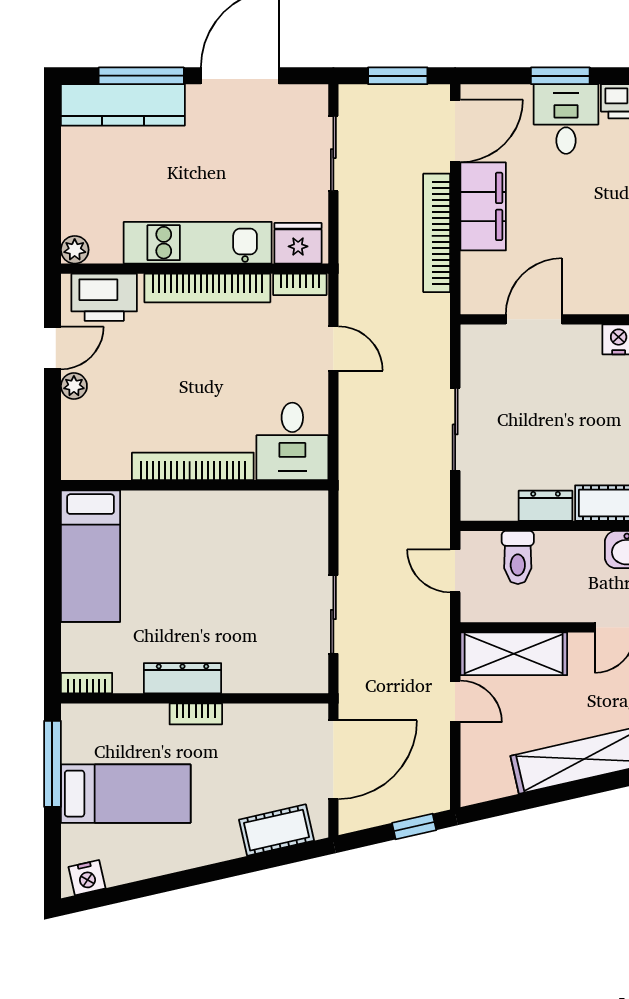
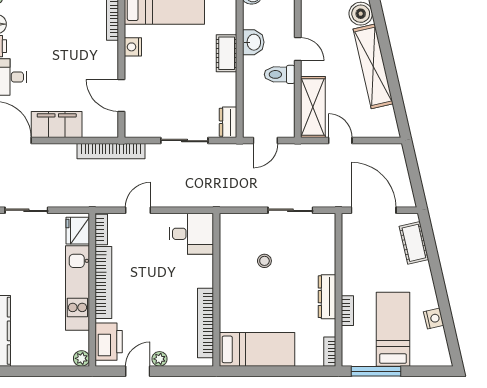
bookcase: (437, 233) -> (111, 151), moved
door: (52, 348) -> (138, 371), hinge flipped
bookcase: (193, 466) -> (206, 323), moved
dresser: (546, 506) -> (228, 122), moved
toilet: (518, 557) -> (280, 74), moved, turned 180
stool: (245, 569) -> (264, 261), added
door: (455, 701) -> (340, 141), hinge flipped
bookcase: (196, 714) -> (347, 311), moved
window: (414, 827) -> (412, 164), removed
nightstand: (87, 878) -> (434, 319), moved

